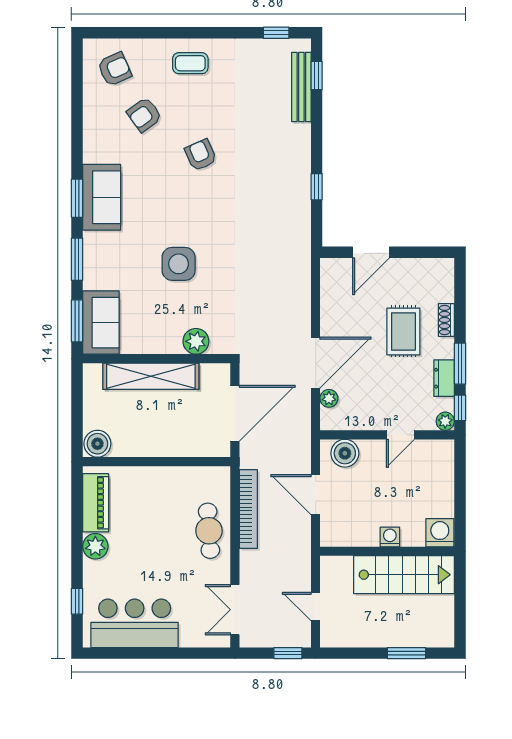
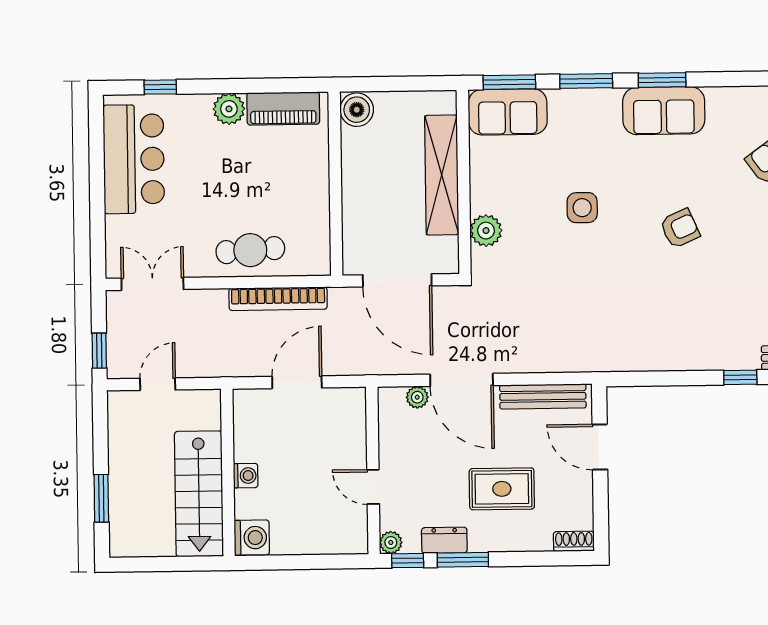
armchair: (201, 155) -> (680, 228), moved
window: (317, 187) -> (740, 377), moved
side table: (179, 264) -> (582, 208), width x0.73, depth x0.73
bench: (330, 297) -> (543, 396), added
shoe rack: (446, 320) -> (574, 541), moved
boiler: (345, 453) -> (349, 418), removed

